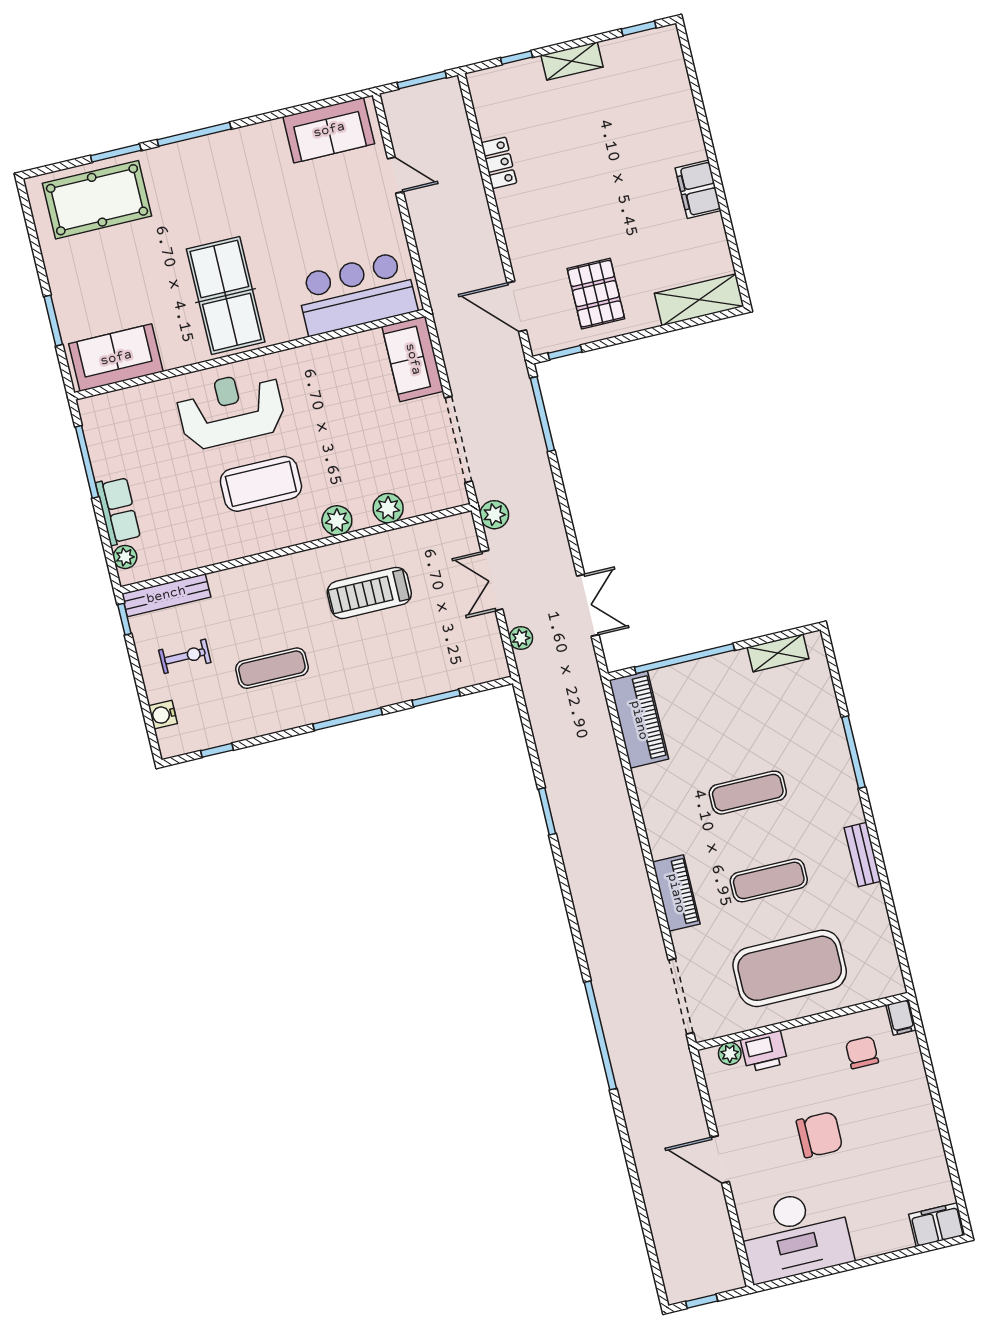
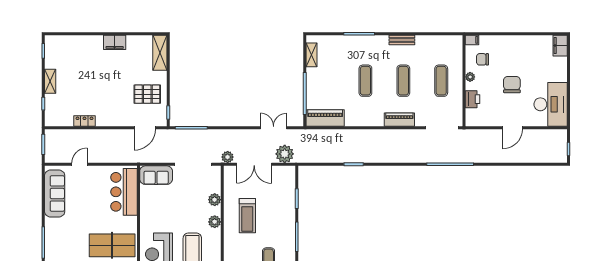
sofa: (329, 130) -> (55, 194), width x1.36
double door: (492, 580) -> (254, 164), width x1.37
plant: (521, 638) -> (285, 154), width x1.88, depth x1.88
exercise mat: (790, 968) -> (441, 81), width x0.50, depth x0.69
plant: (730, 1054) -> (470, 77), moved

